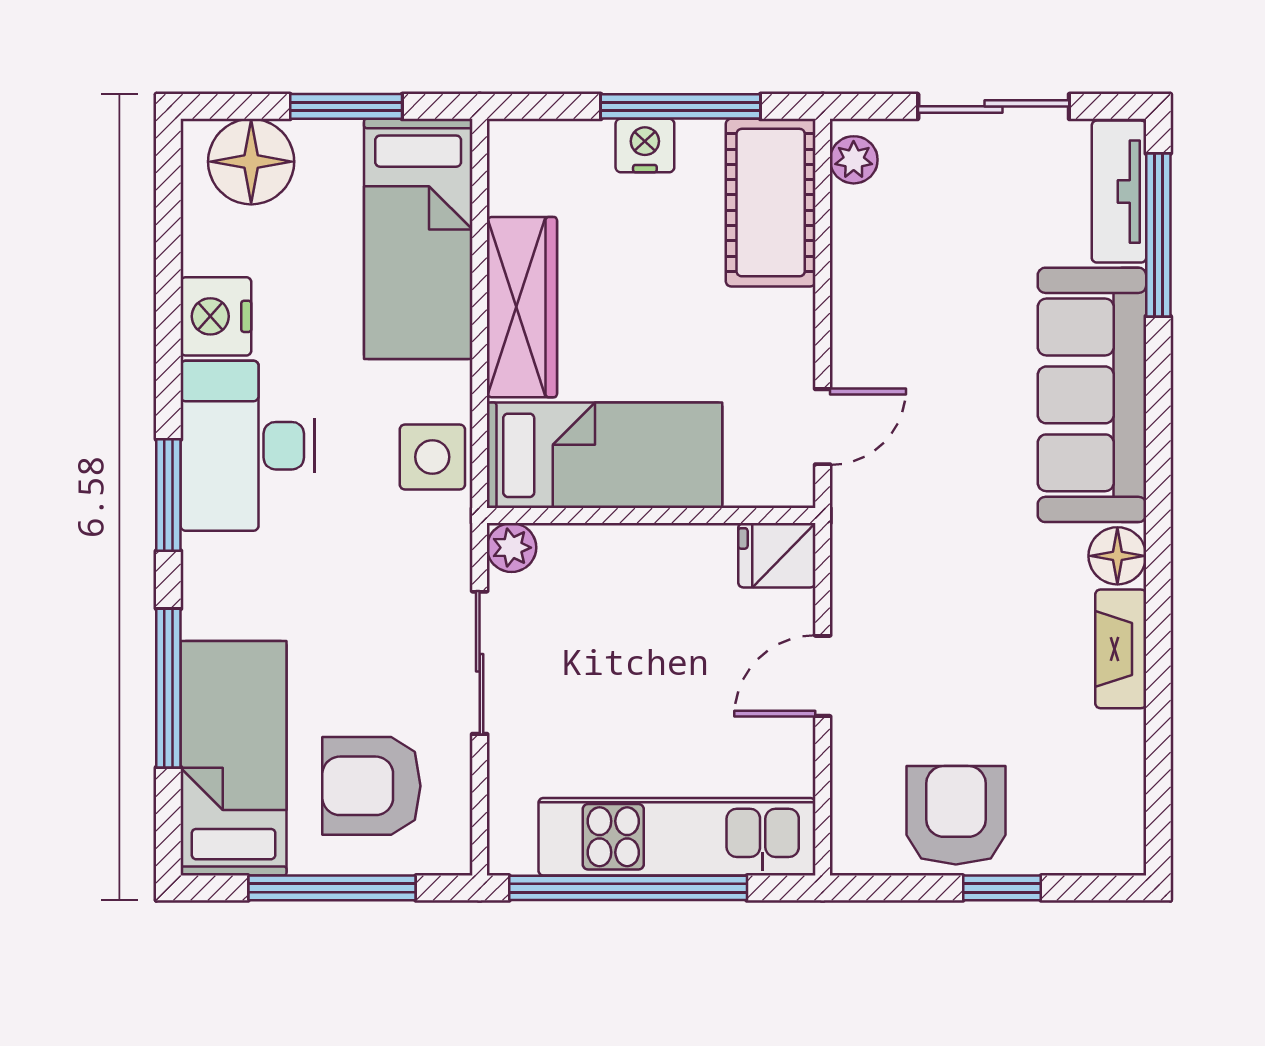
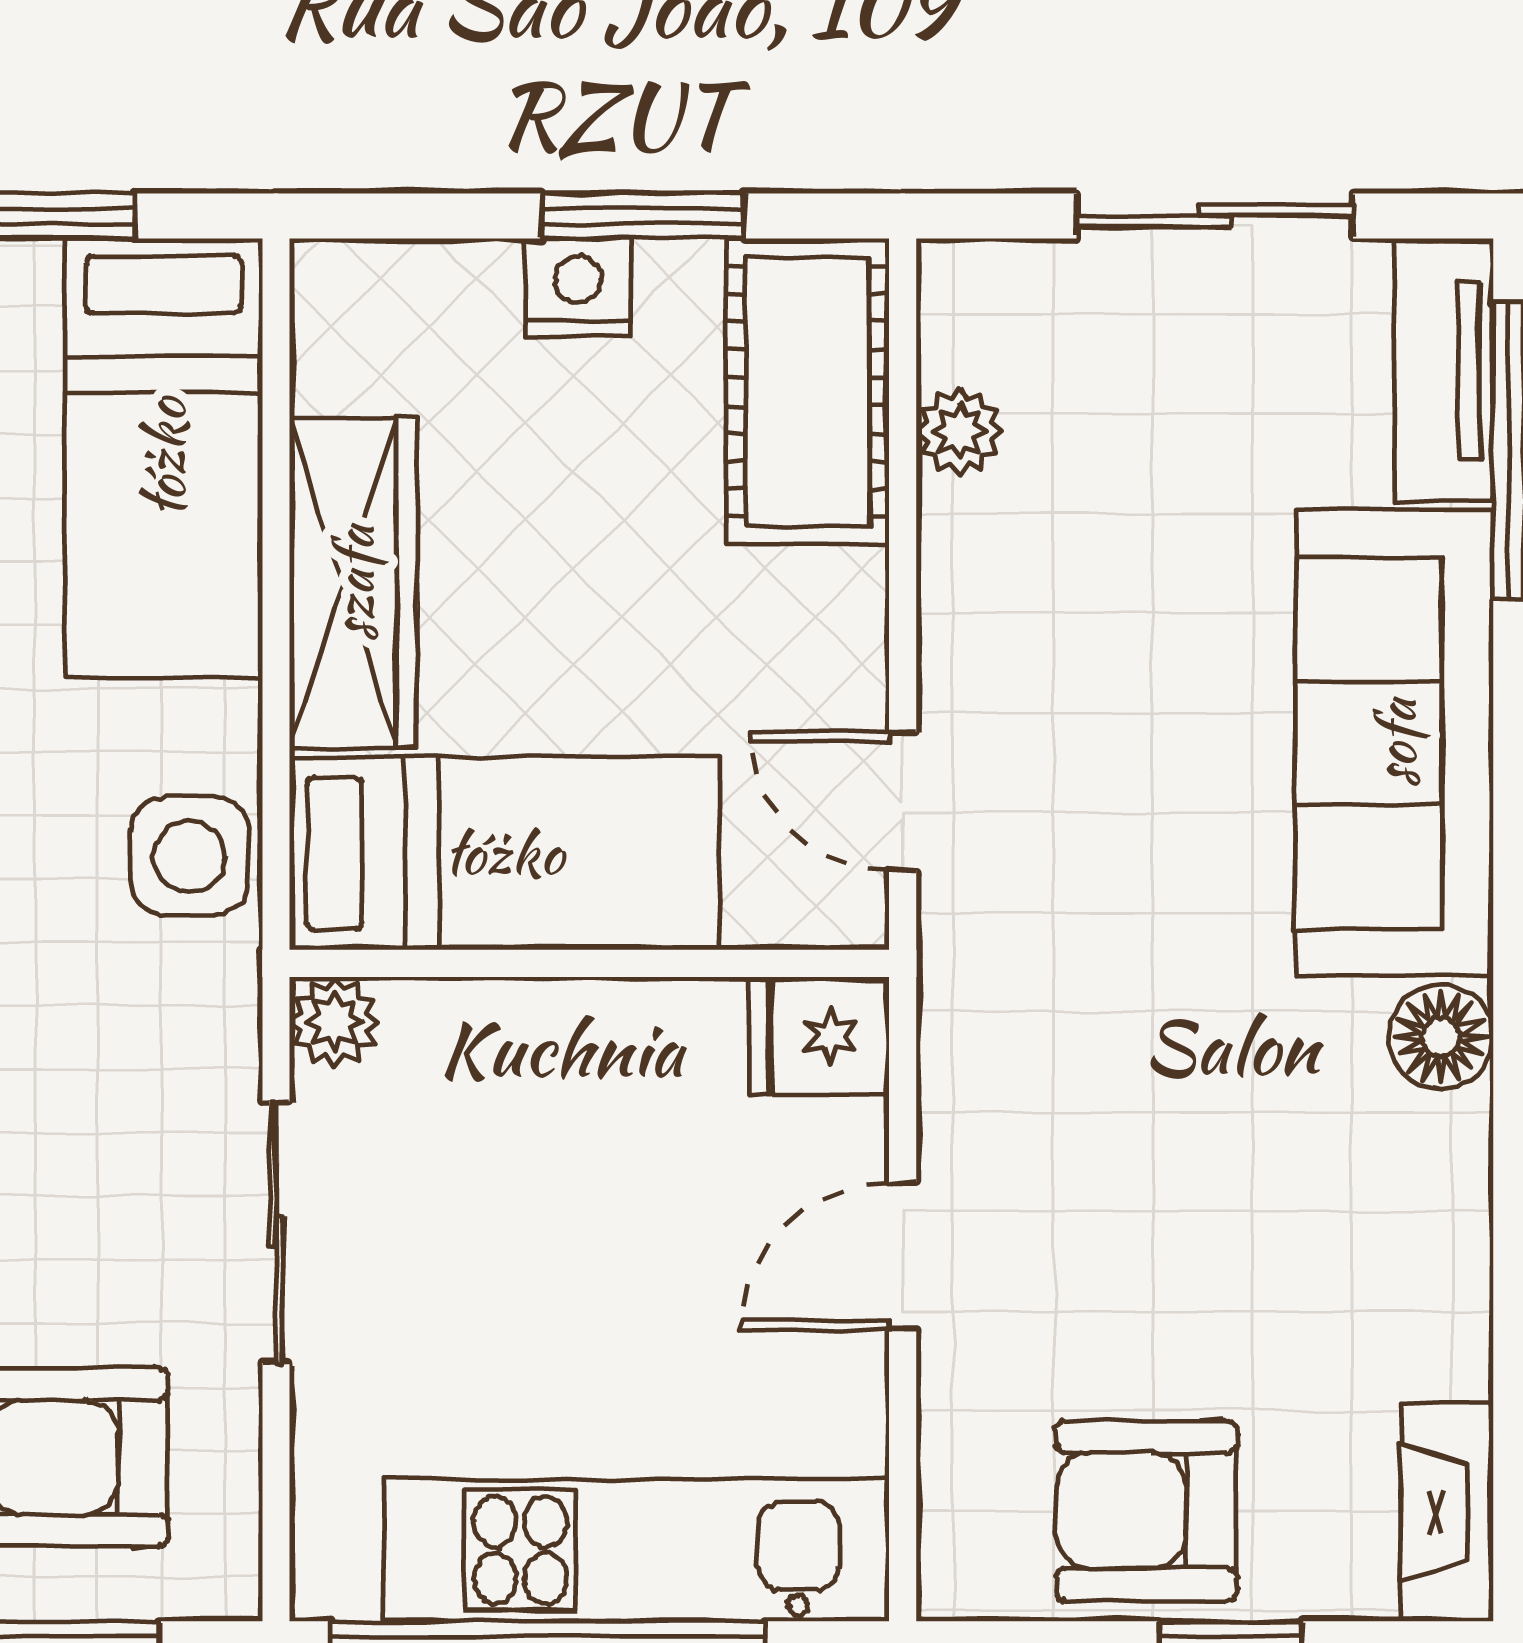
window: (681, 106) -> (643, 216), width x0.69
plant: (854, 160) -> (959, 431), moved
door: (823, 427) -> (903, 801), swing flipped
fireplace: (1121, 649) -> (1447, 1513), moved
armchair: (956, 815) -> (1146, 1511), turned -90

